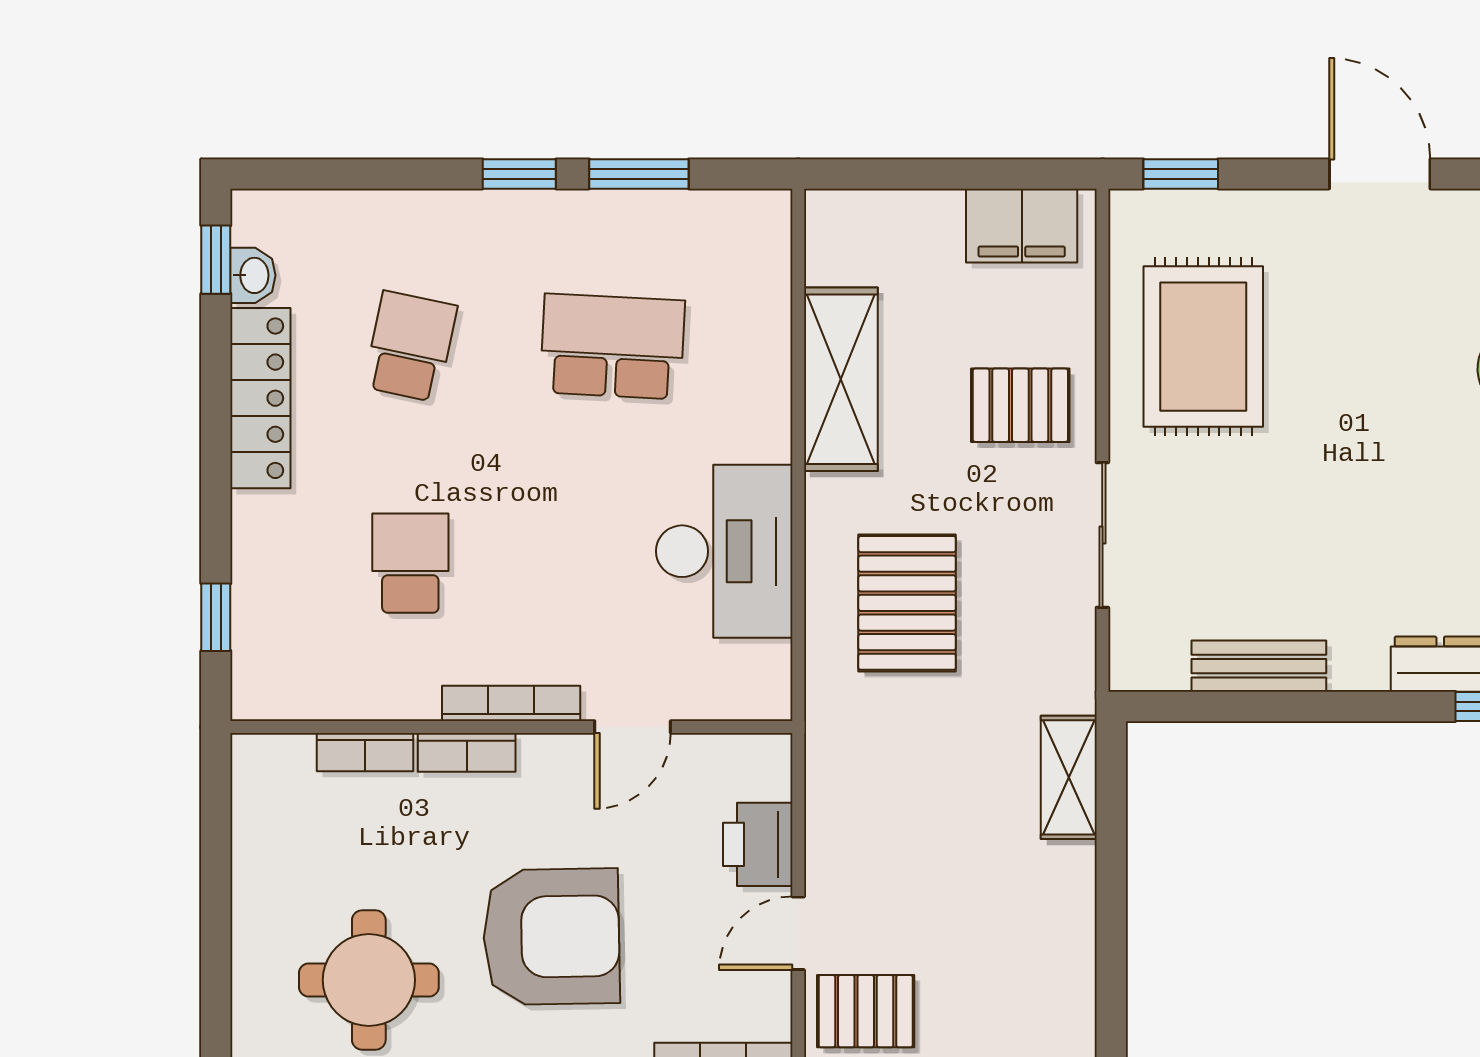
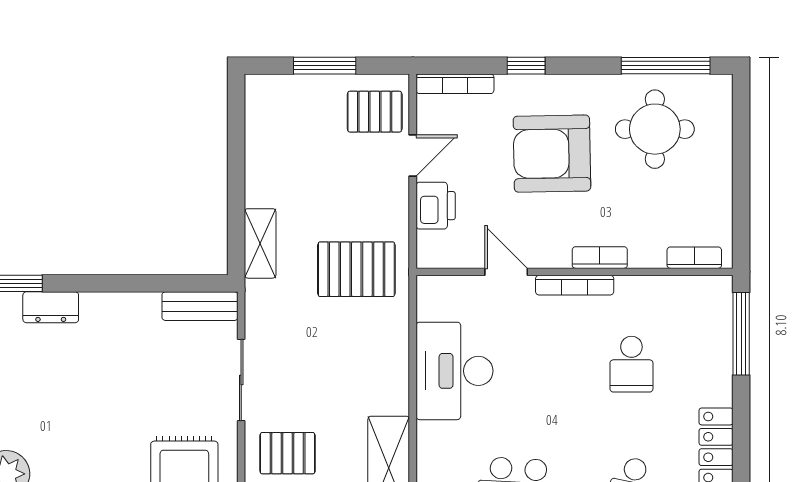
pallet: (907, 603) -> (356, 269), moved, turned 90
window: (216, 617) -> (741, 334), width x2.17
bench: (1259, 666) -> (200, 306), moved
door: (633, 727) -> (506, 272), hinge flipped
bookcase: (365, 752) -> (694, 258), moved

